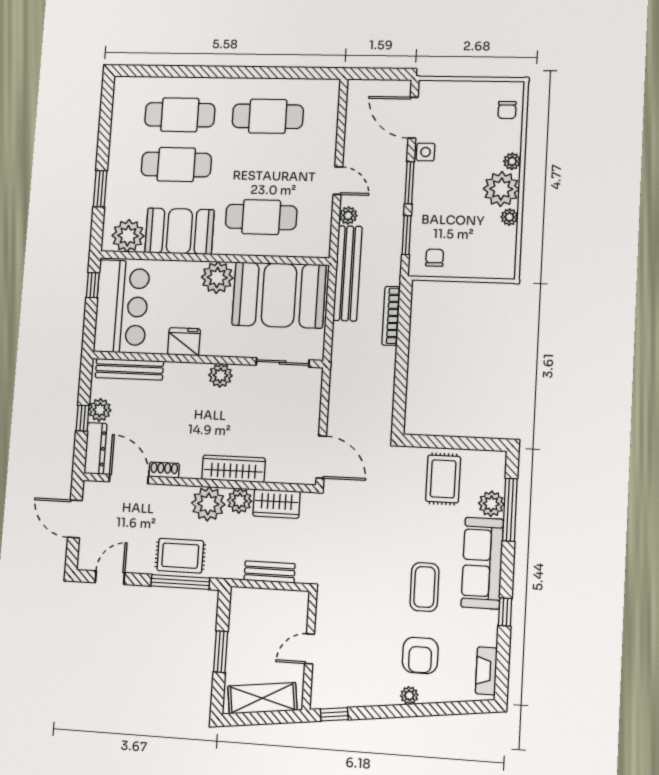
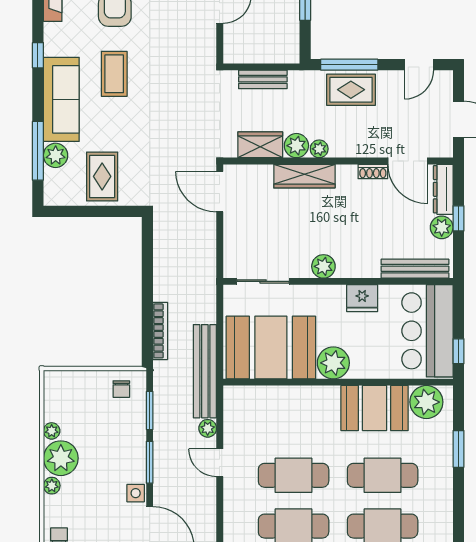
cafe table: (261, 217) -> (294, 475), moved
plant: (208, 504) -> (319, 149), width x0.53, depth x0.53

